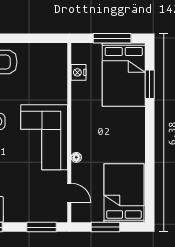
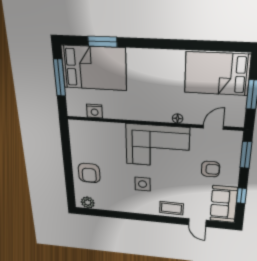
armchair: (22, 193) -> (210, 169), added

